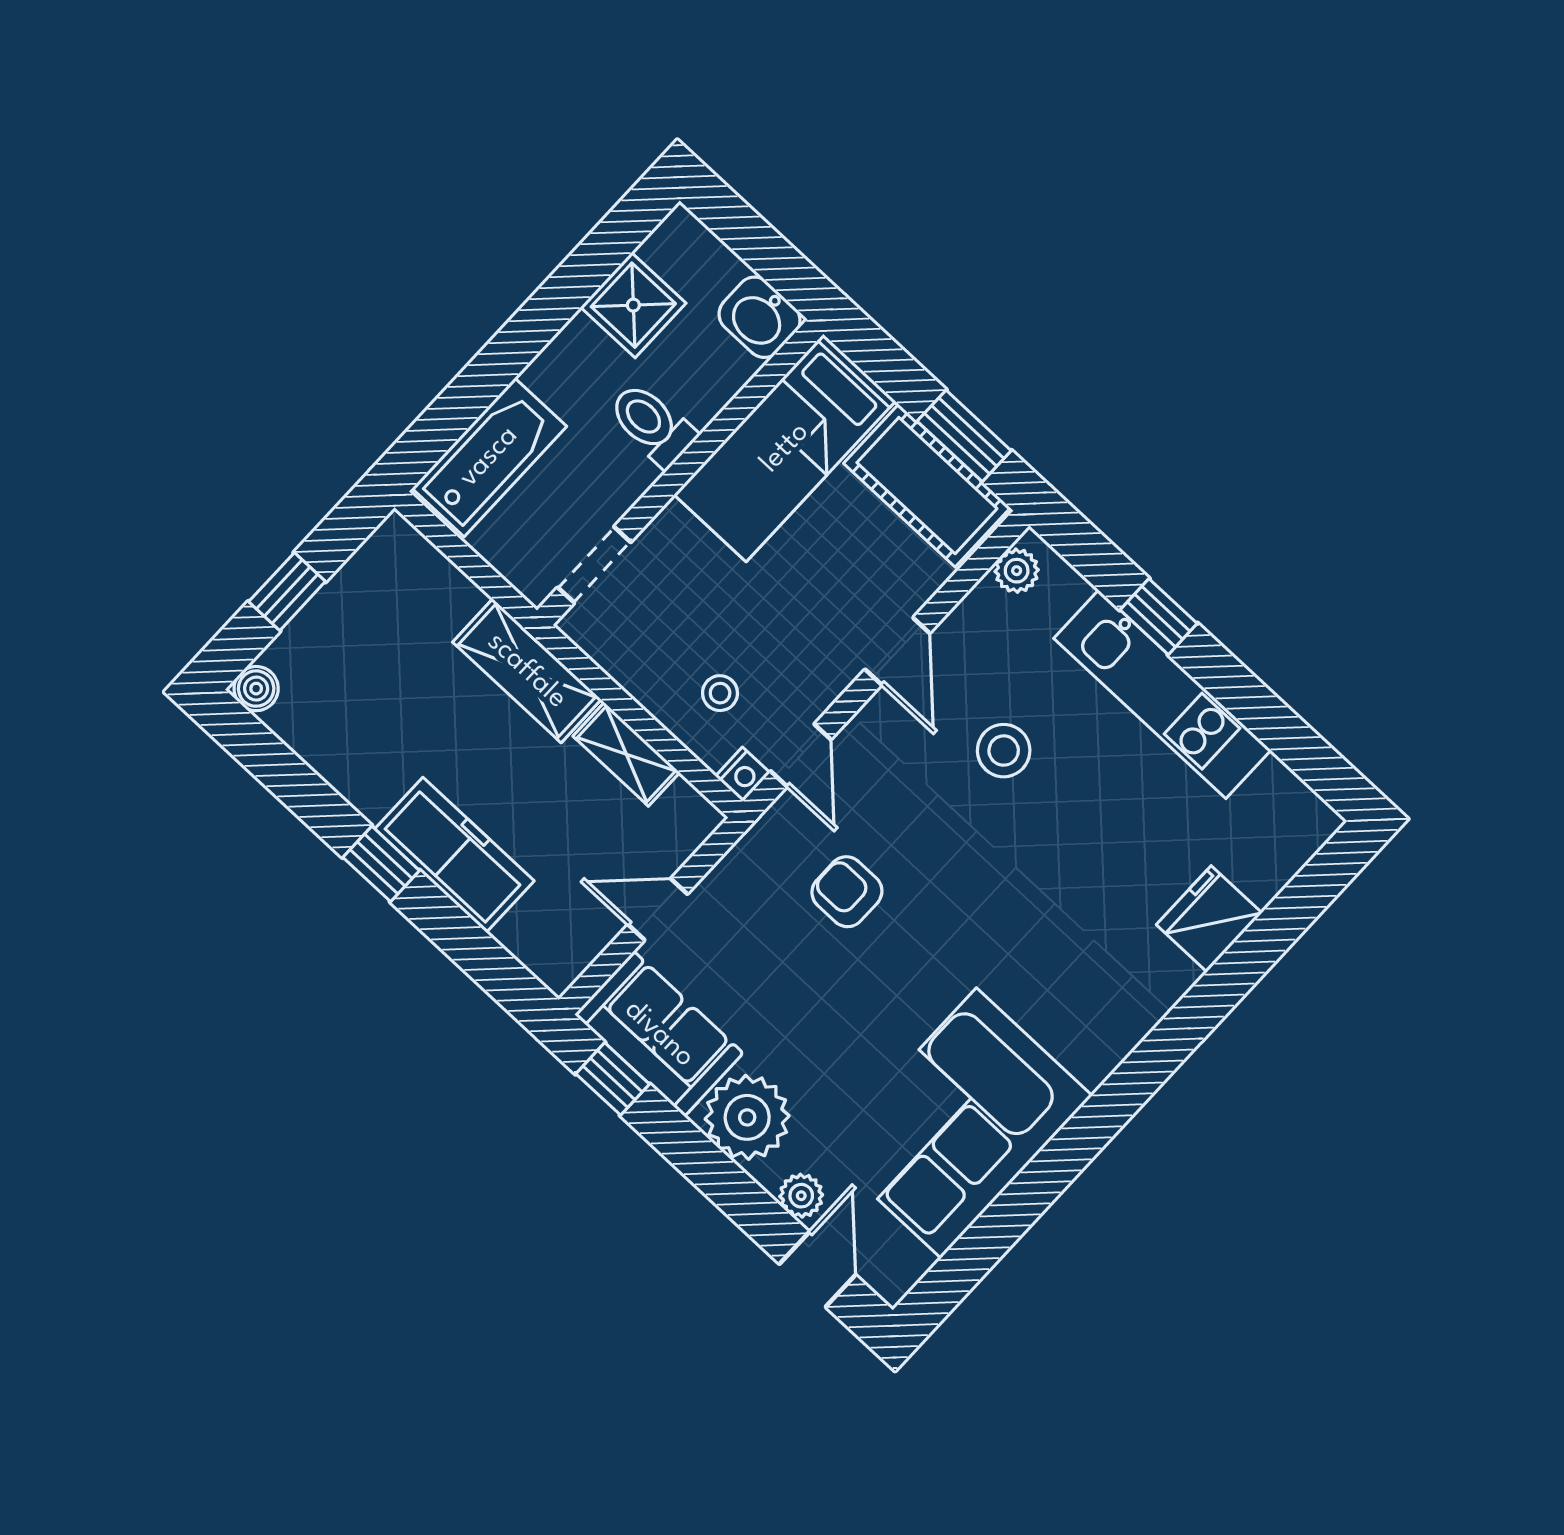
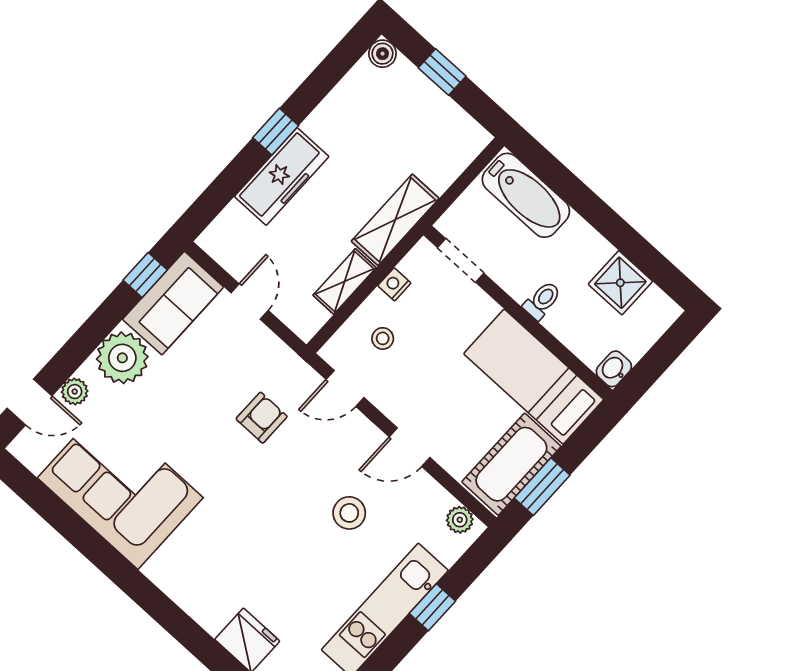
washbasin: (760, 317) -> (614, 369), width x0.72, depth x0.69
toilet: (652, 425) -> (542, 300), width x0.73, depth x0.72
nightstand: (743, 774) -> (394, 284), moved, turned 90

